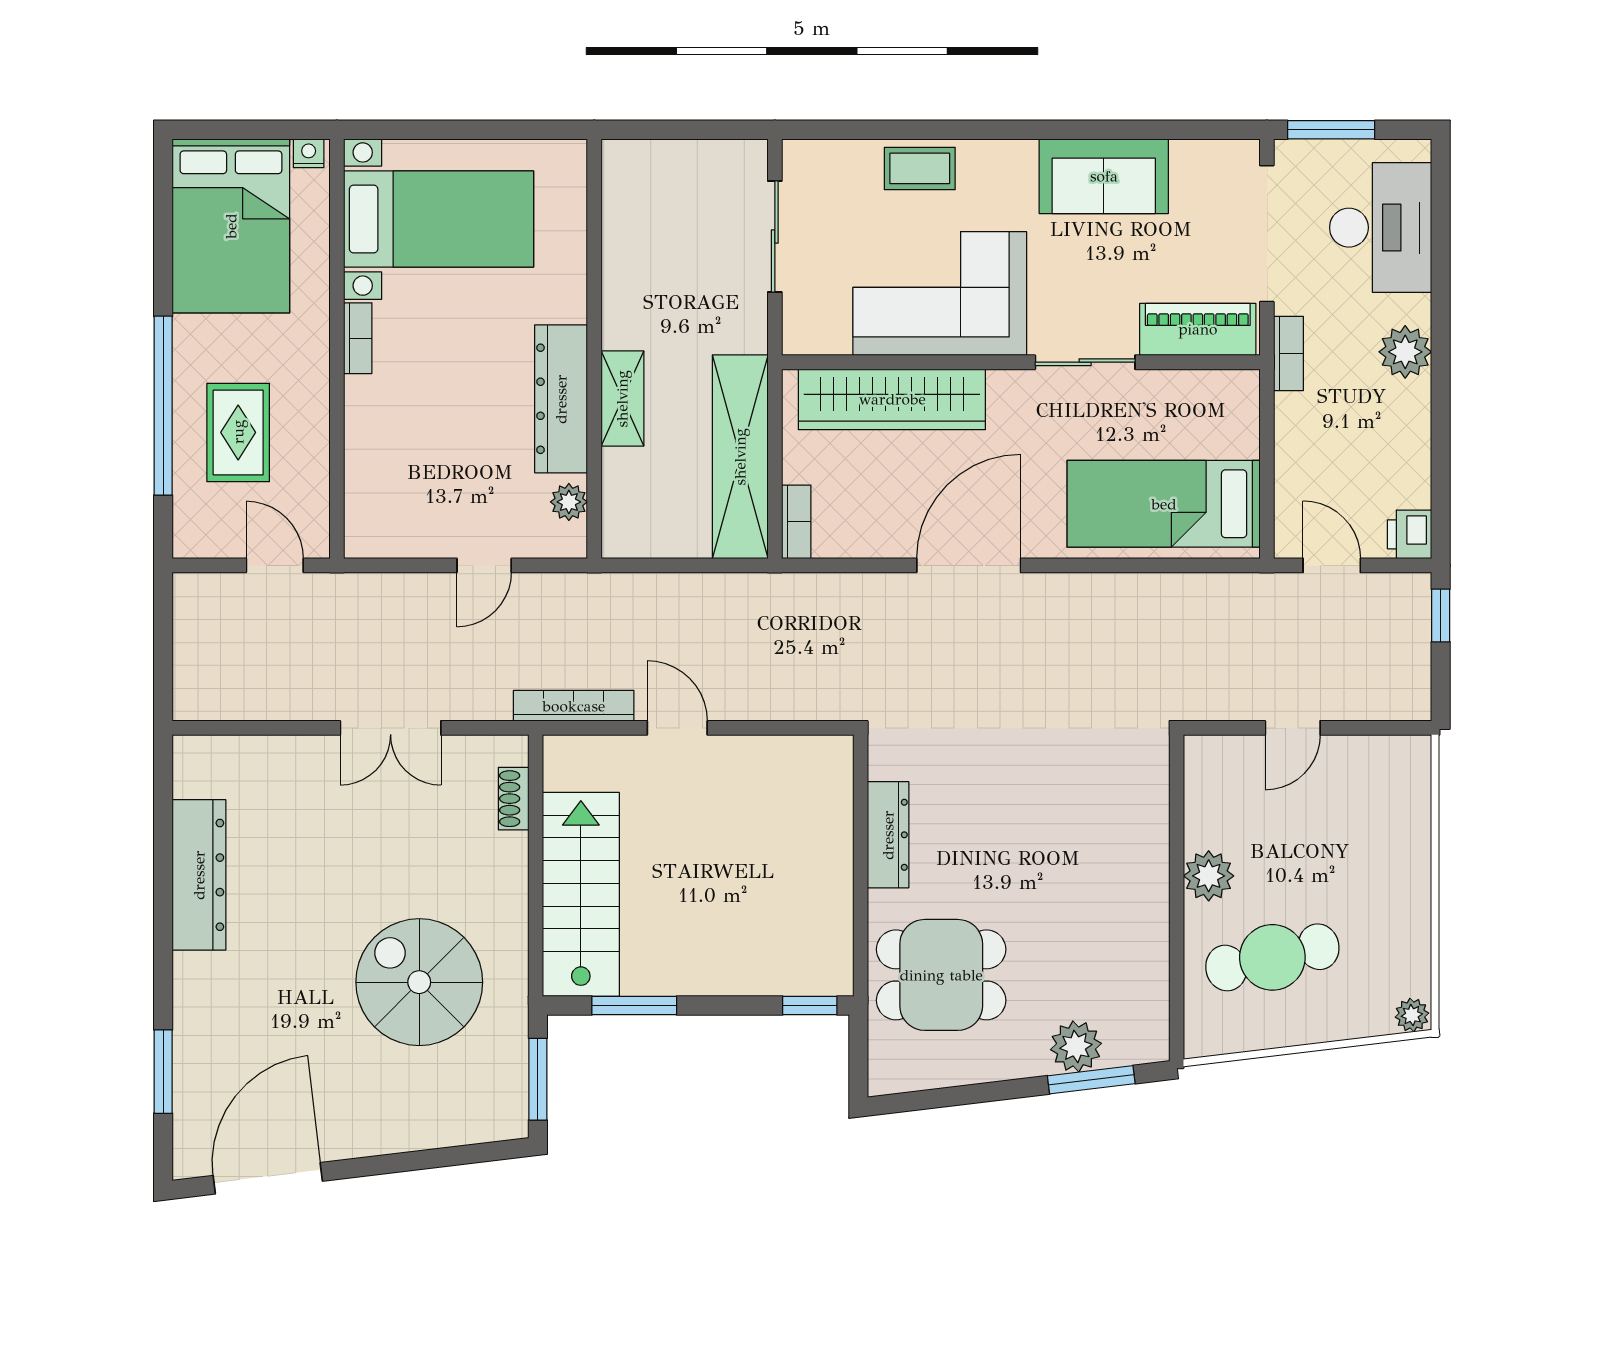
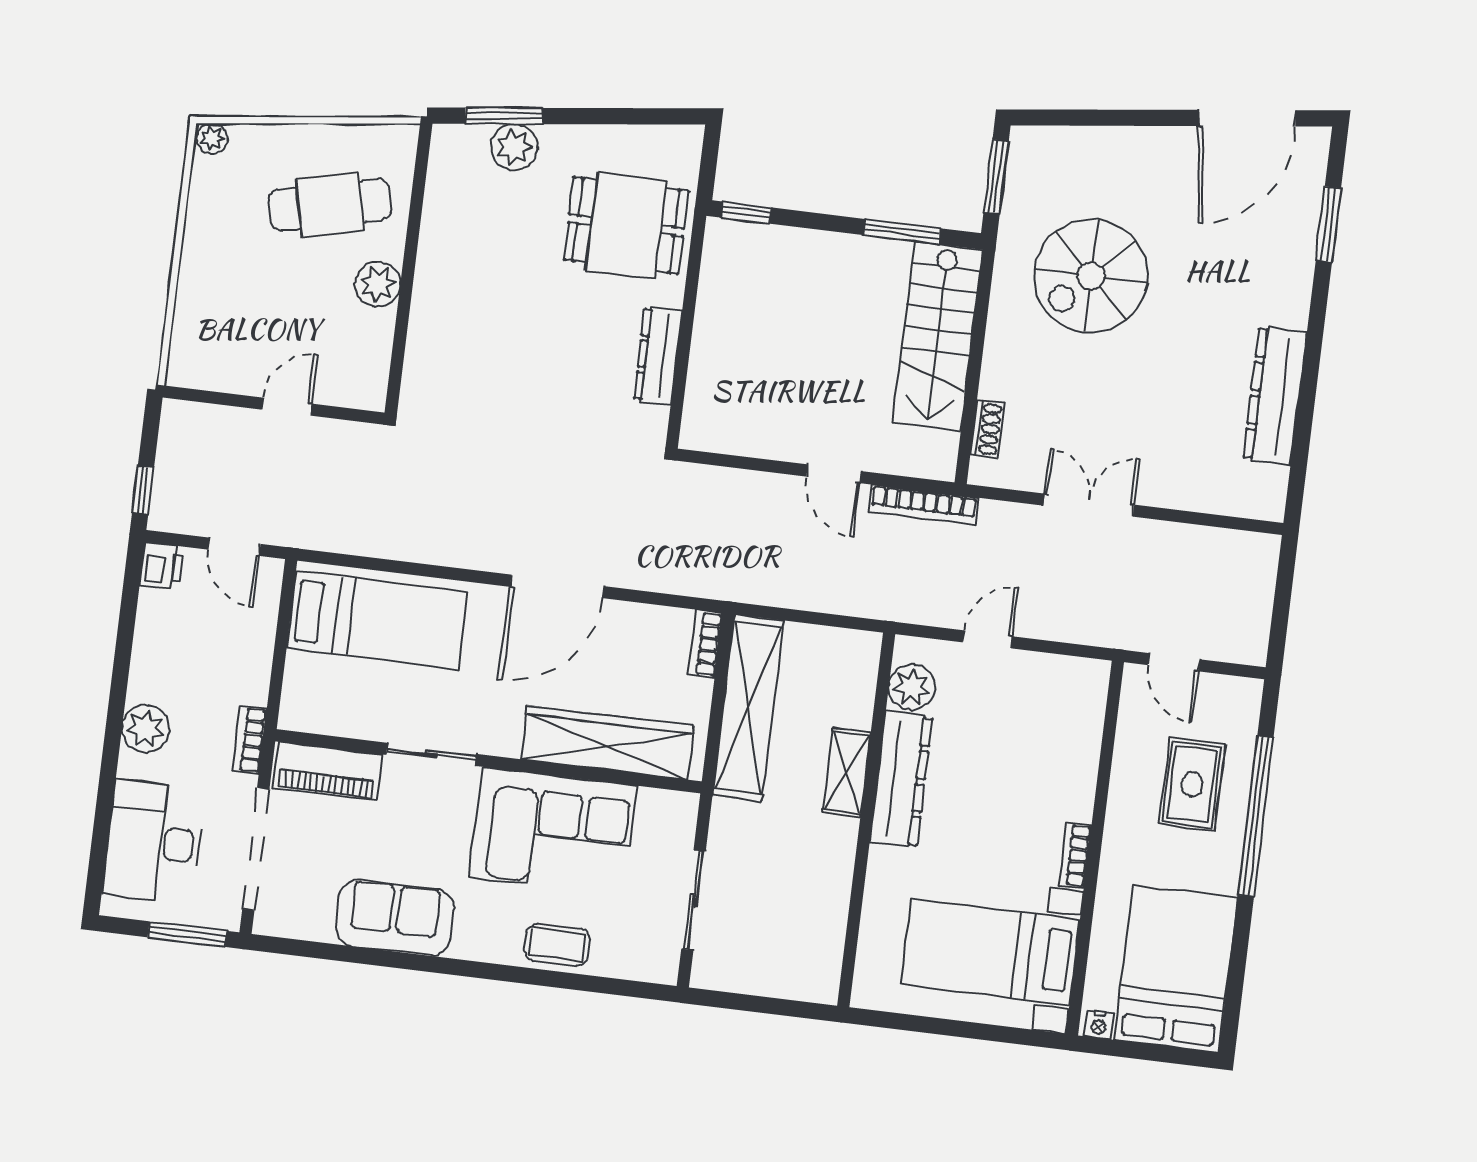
plant: (569, 502) -> (912, 687), width x1.38, depth x1.38
spiral stairs: (419, 982) -> (1091, 276), turned 90

